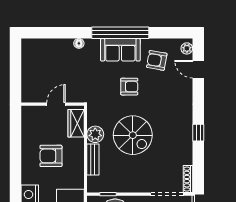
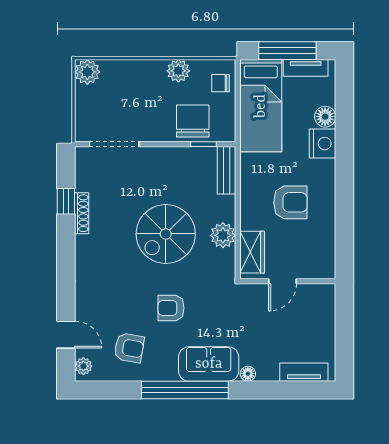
tv unit: (42, 44) -> (304, 372), added
sofa: (120, 50) -> (209, 364), moved
window: (198, 133) -> (66, 201), moved
spiral stairs: (133, 135) -> (166, 234), turned -90
bench: (93, 159) -> (227, 170), moved
shoe rack: (188, 179) -> (82, 213), moved

